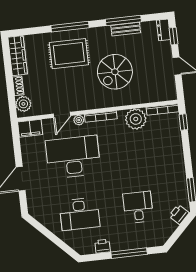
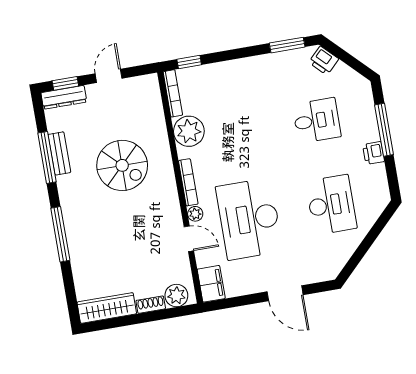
dresser: (164, 30) -> (64, 97), width x1.44
rug: (69, 54) -> (100, 234), removed
desk: (138, 207) -> (317, 120), turned 180
printer: (103, 246) -> (373, 153), moved

